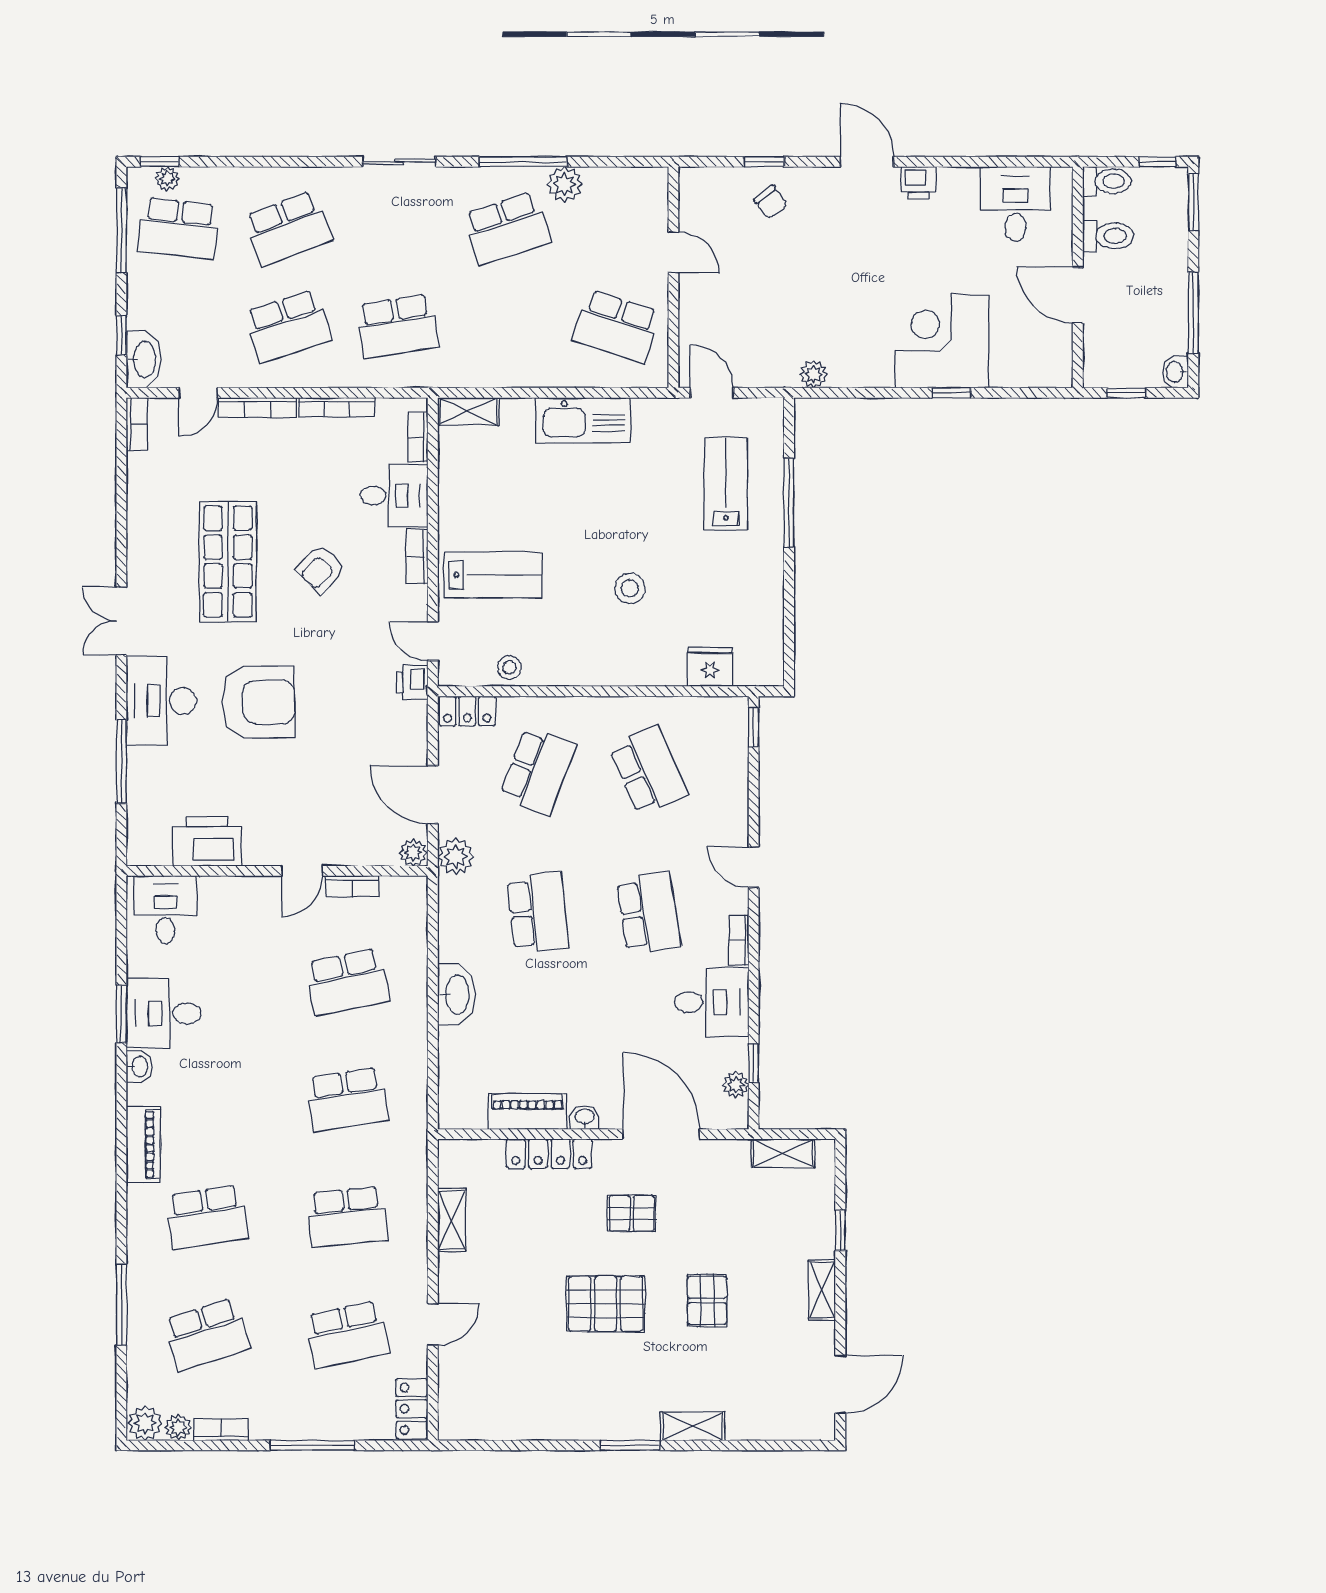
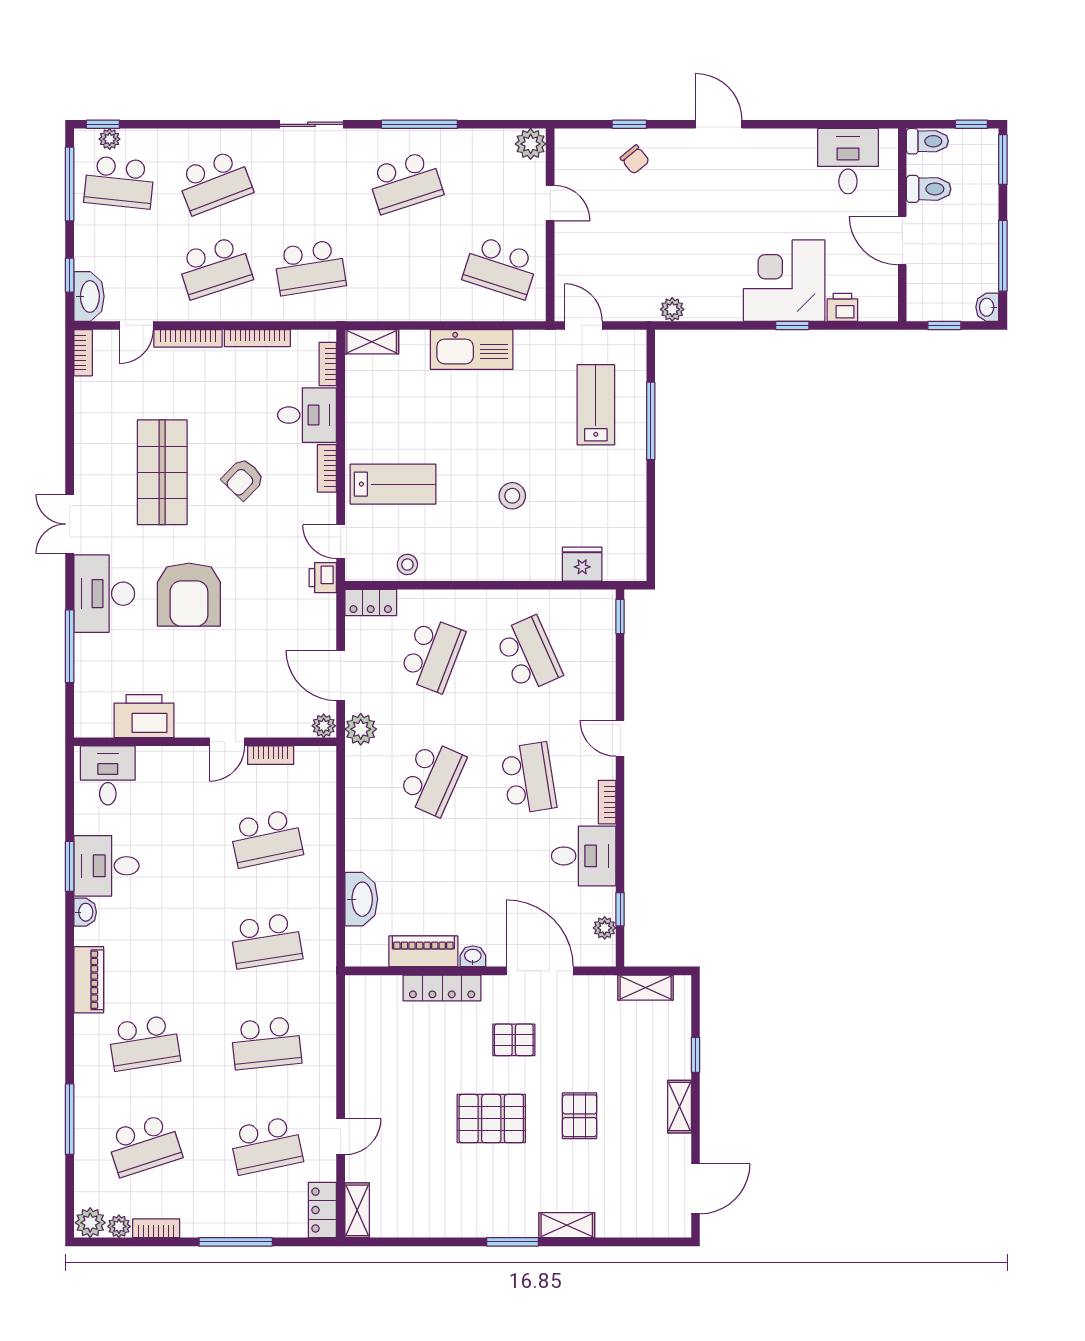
printer: (919, 183) -> (842, 307), moved, turned 180
plant: (565, 184) -> (531, 144), moved
armchair: (259, 702) -> (189, 595), turned 90
school desk: (538, 913) -> (432, 778), turned 30
washbasin: (456, 995) -> (361, 899), moved
shelving: (452, 1220) -> (357, 1210), moved

